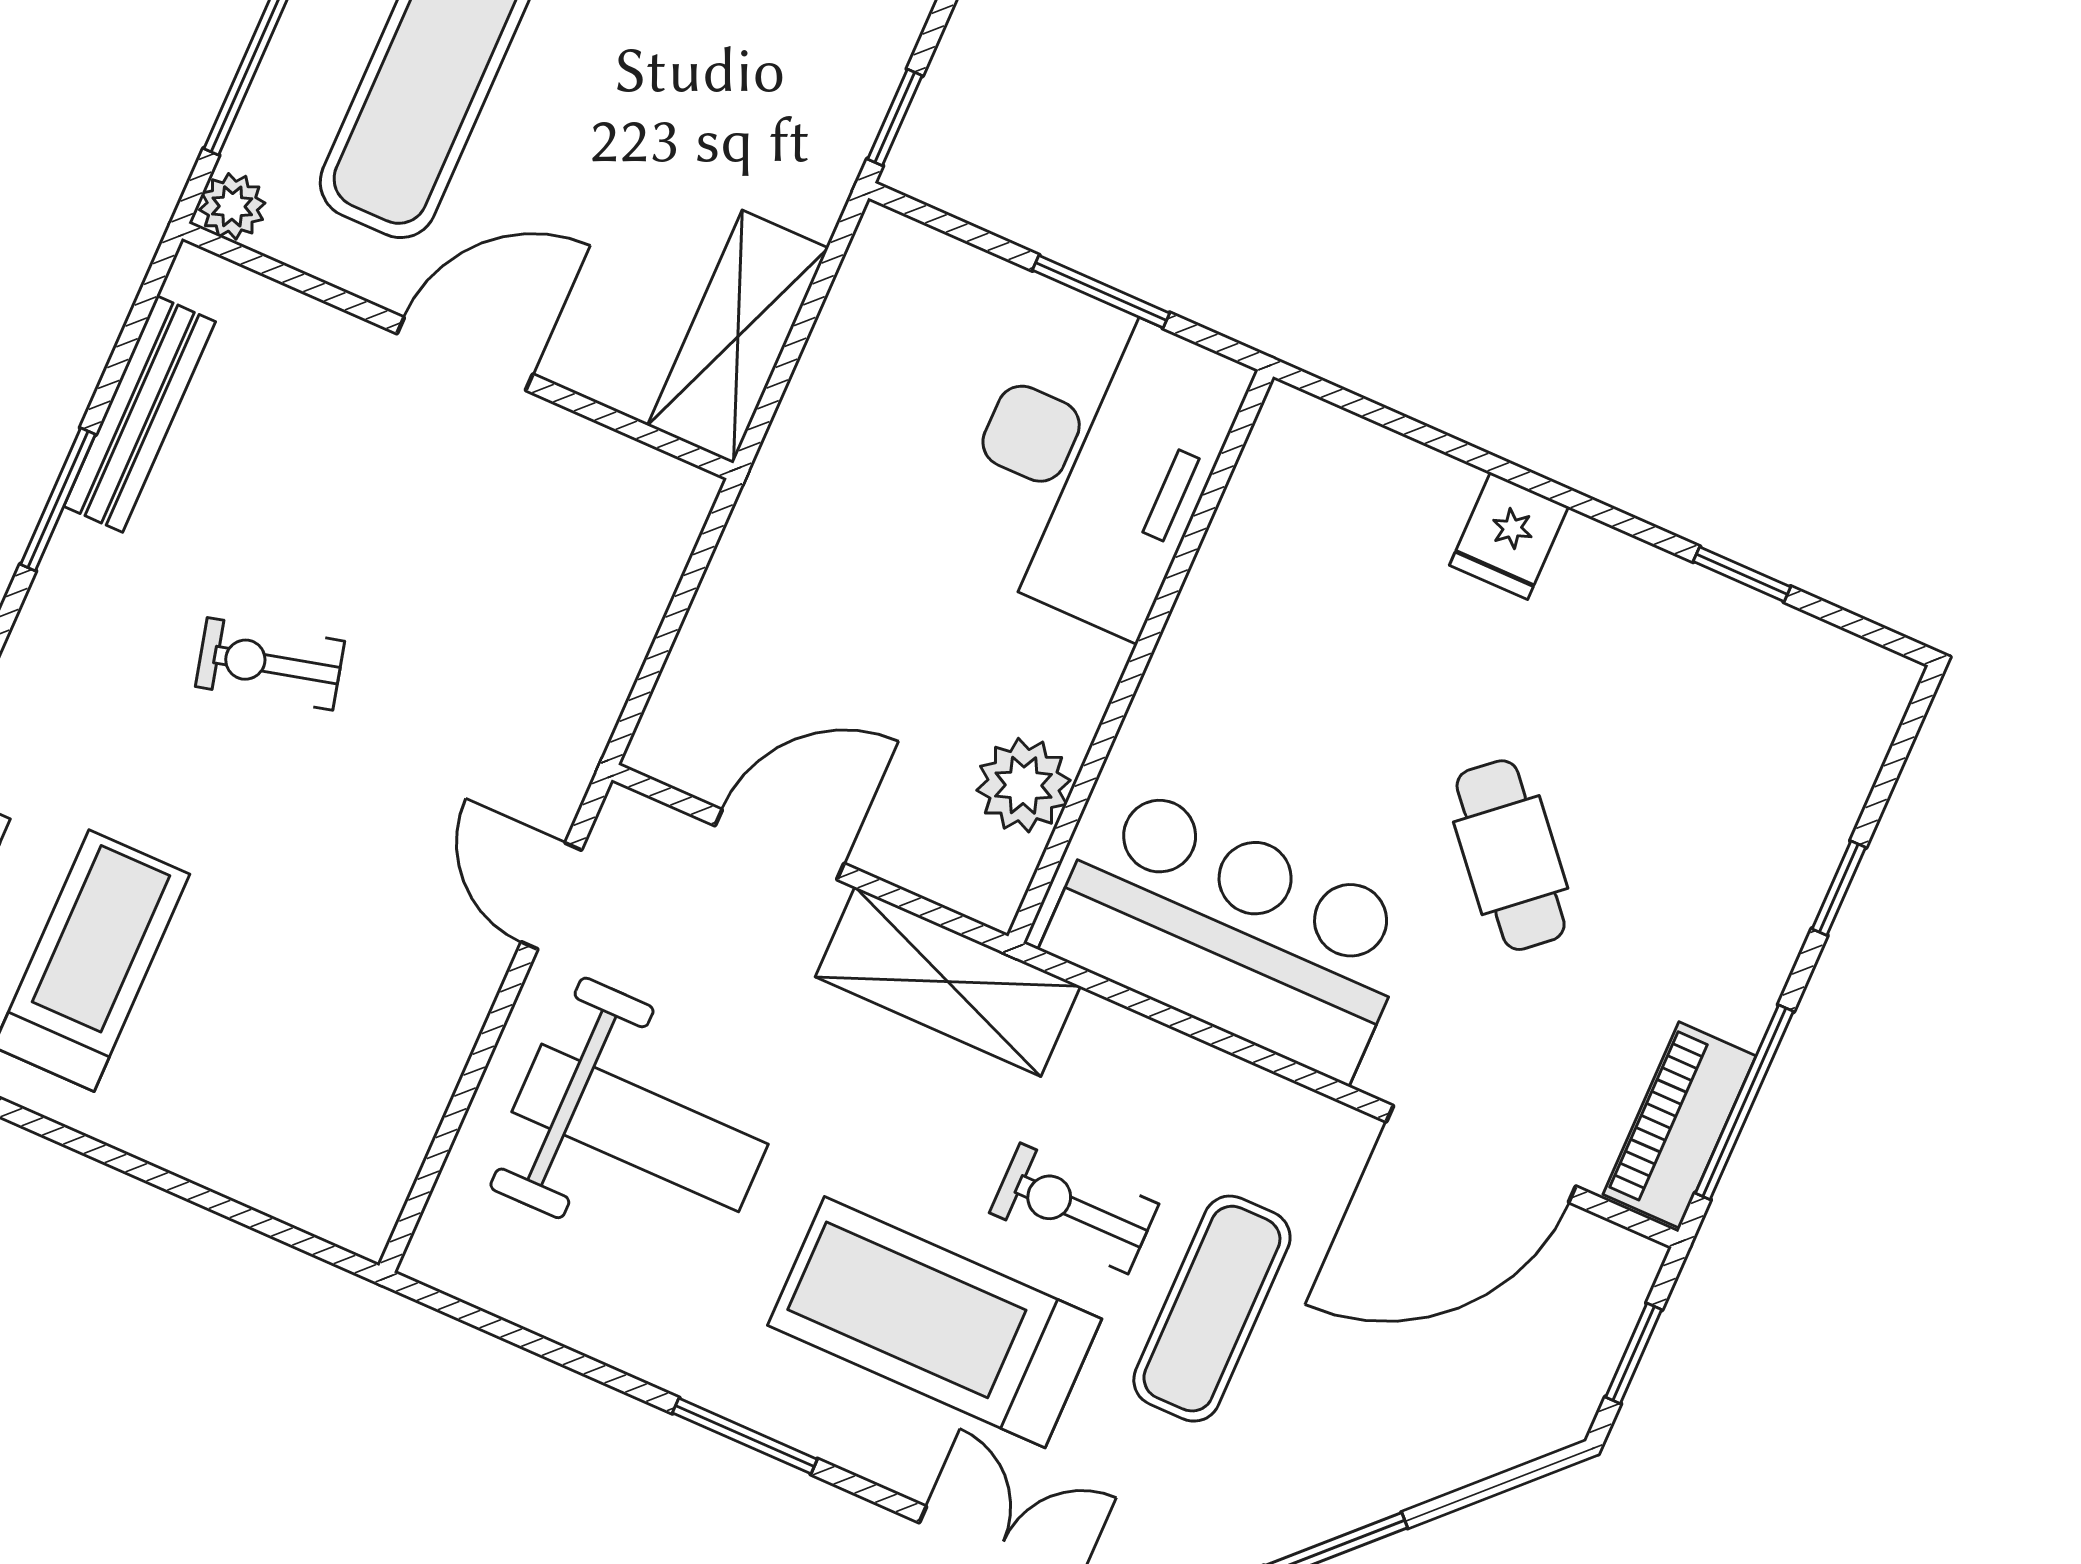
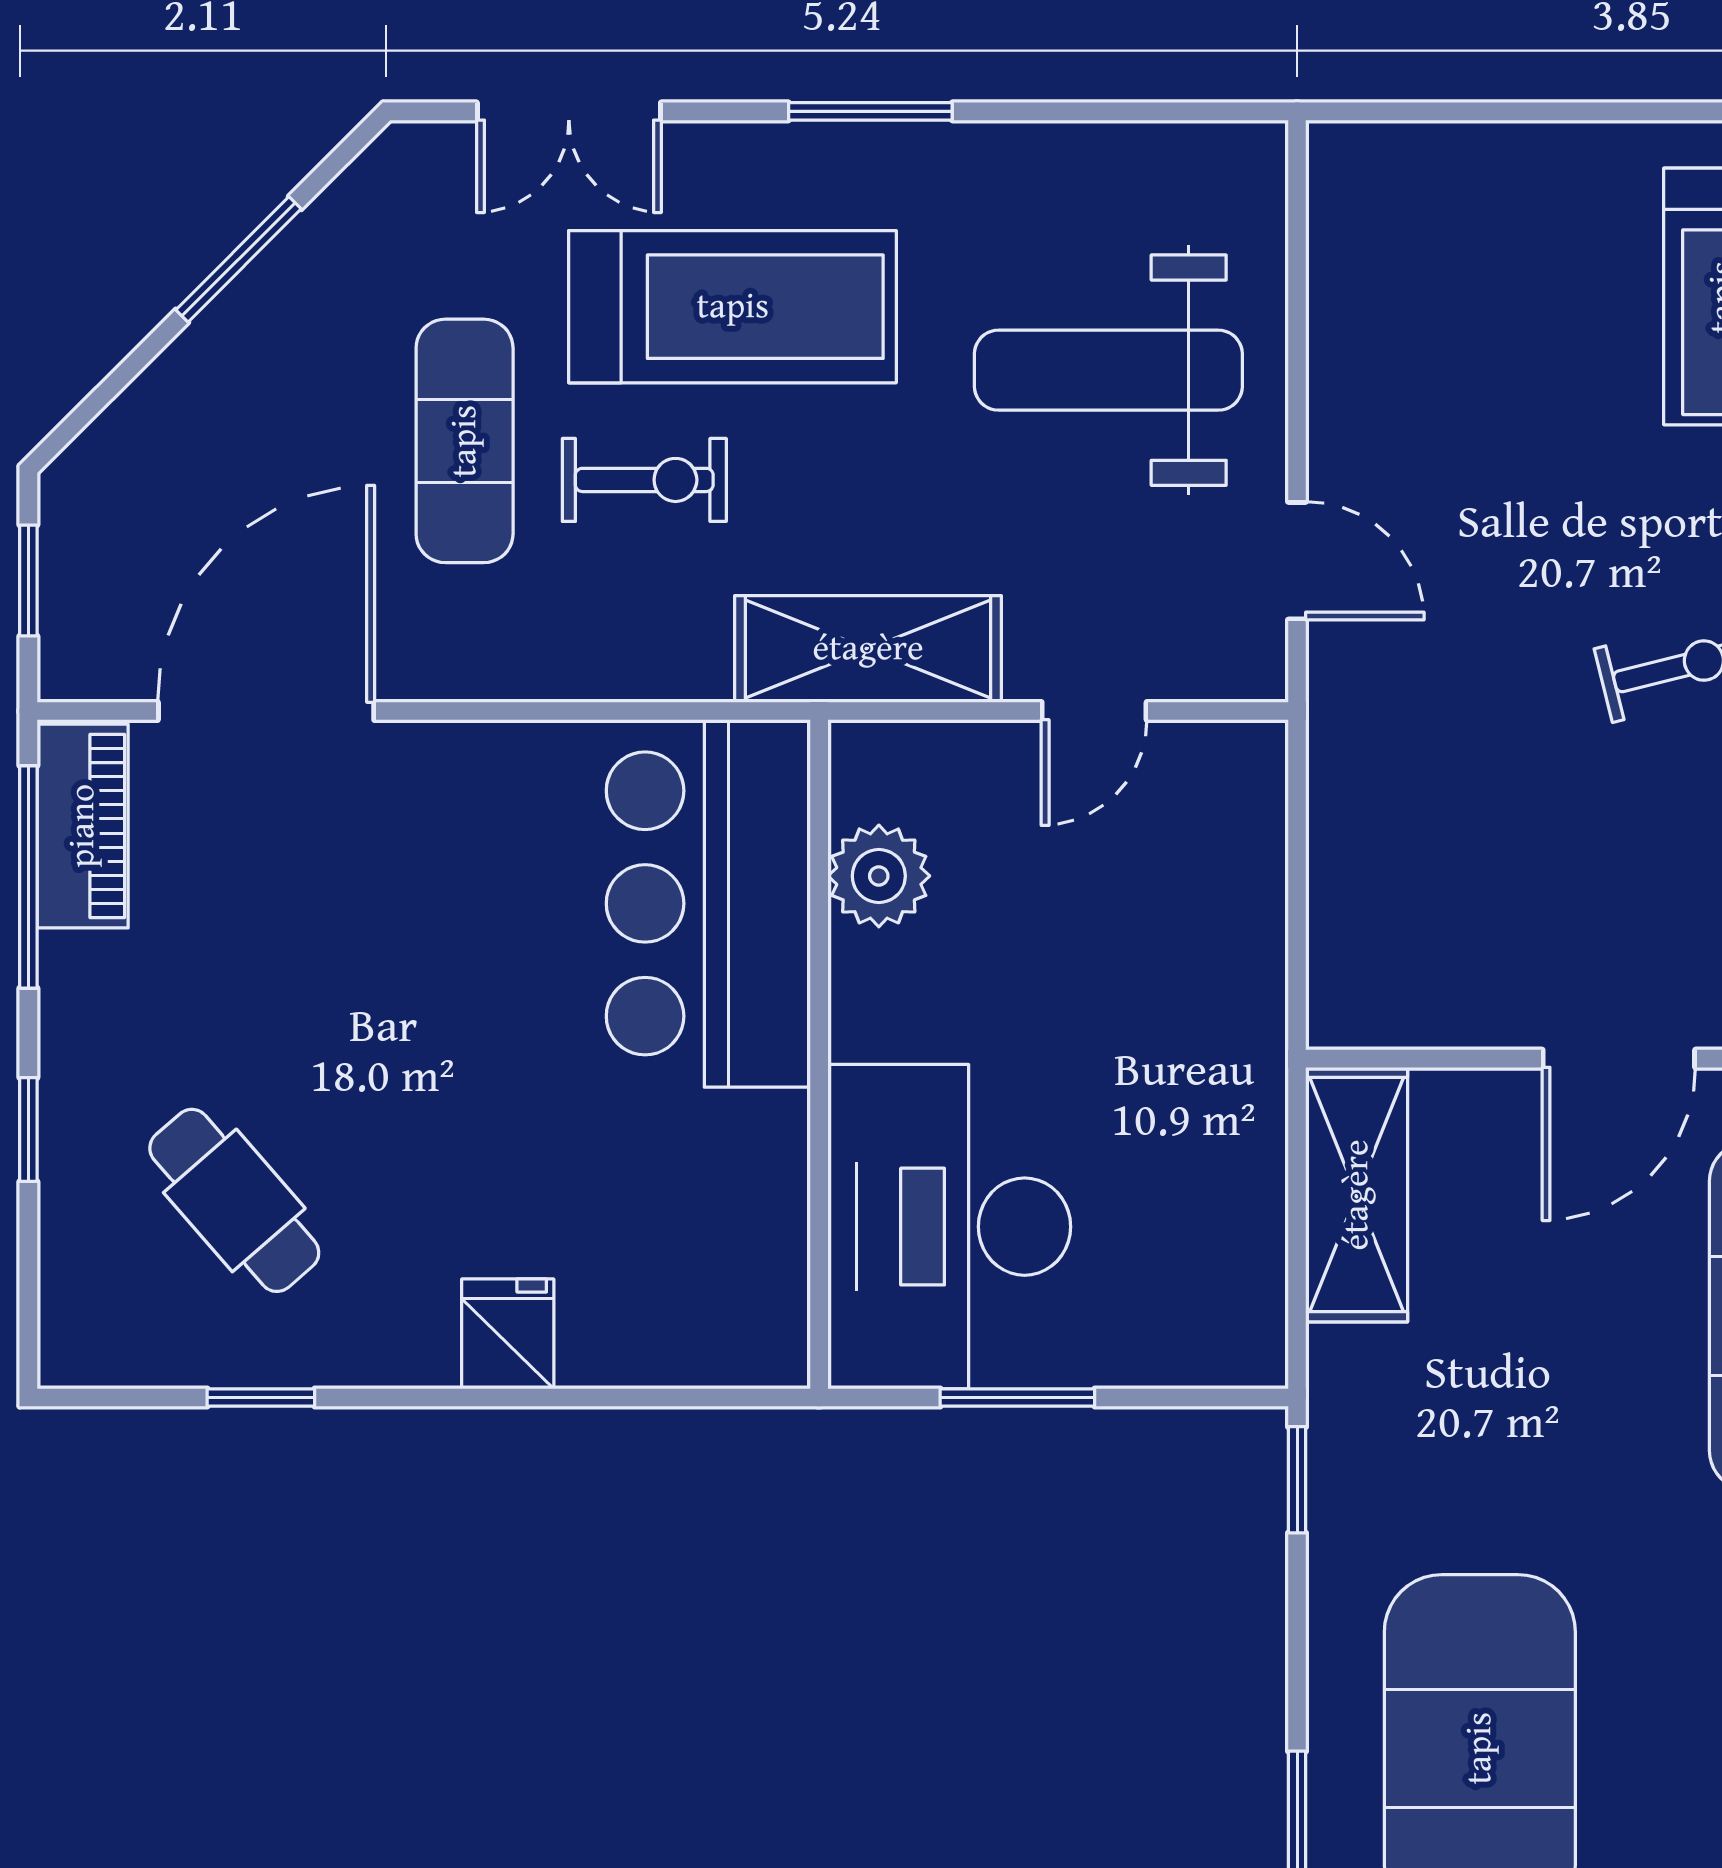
door: (780, 845) -> (1094, 711), width x0.73
cafe table: (1511, 855) -> (234, 1200), moved
bar counter: (1231, 932) -> (708, 903), moved, turned 90

